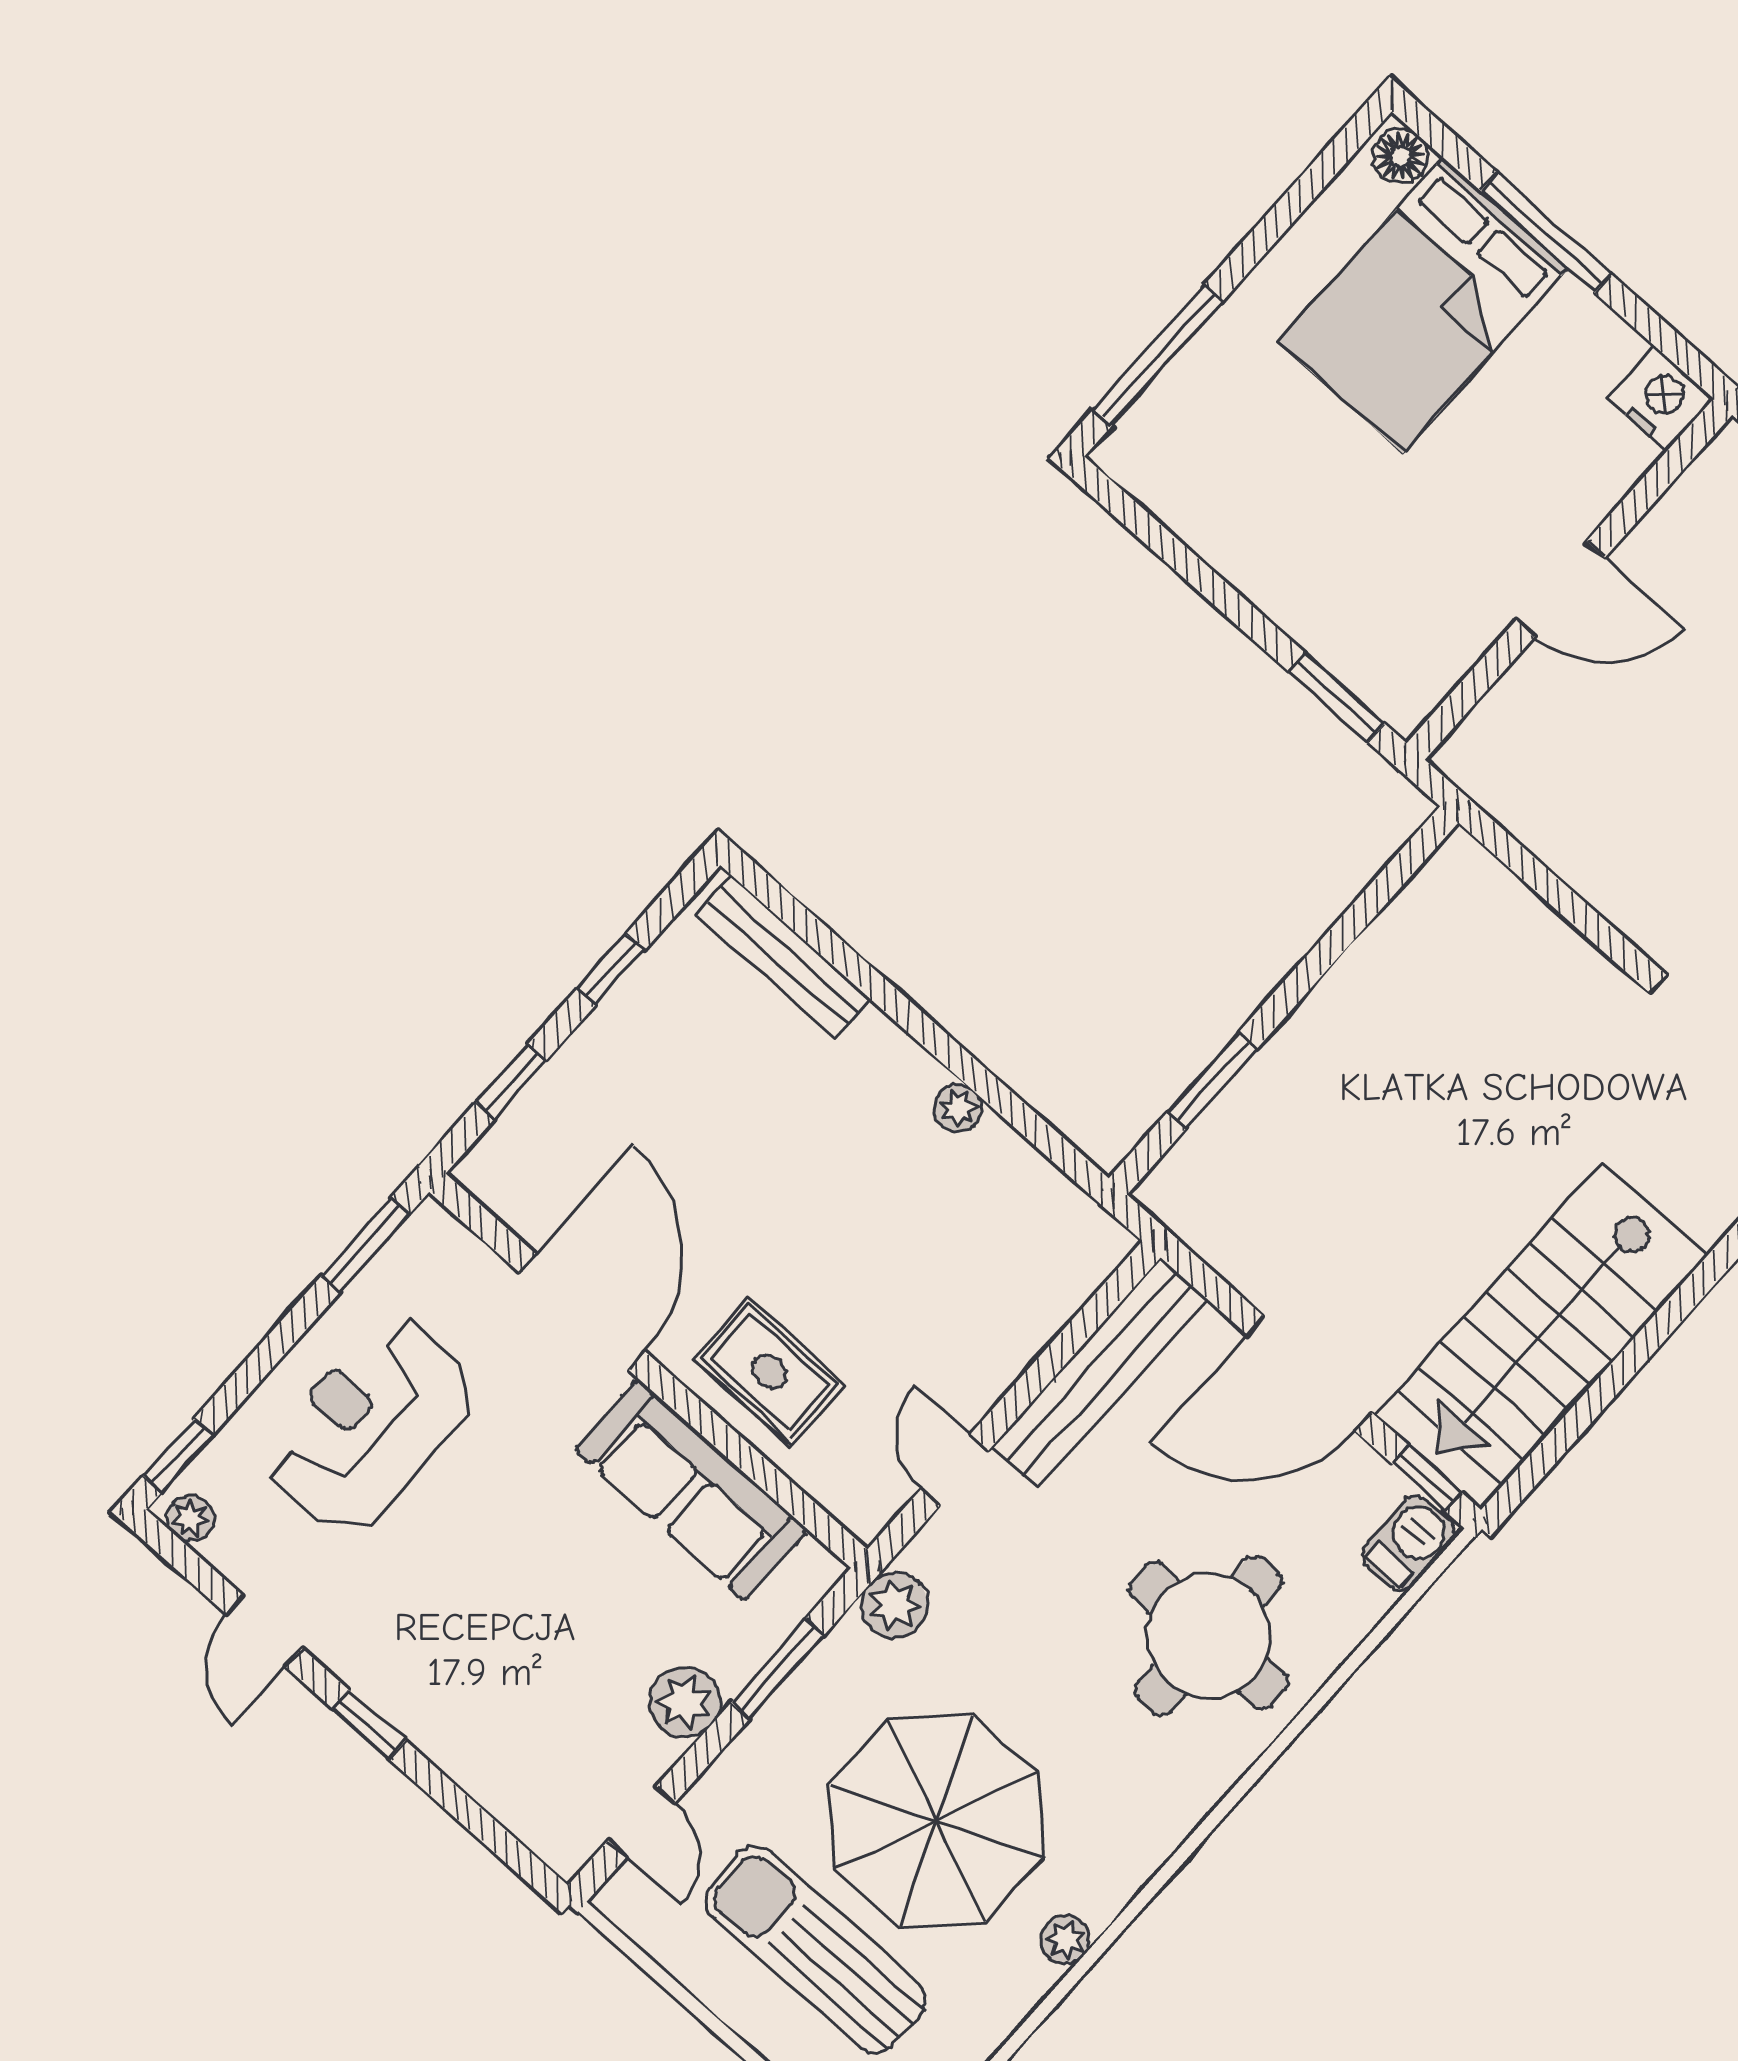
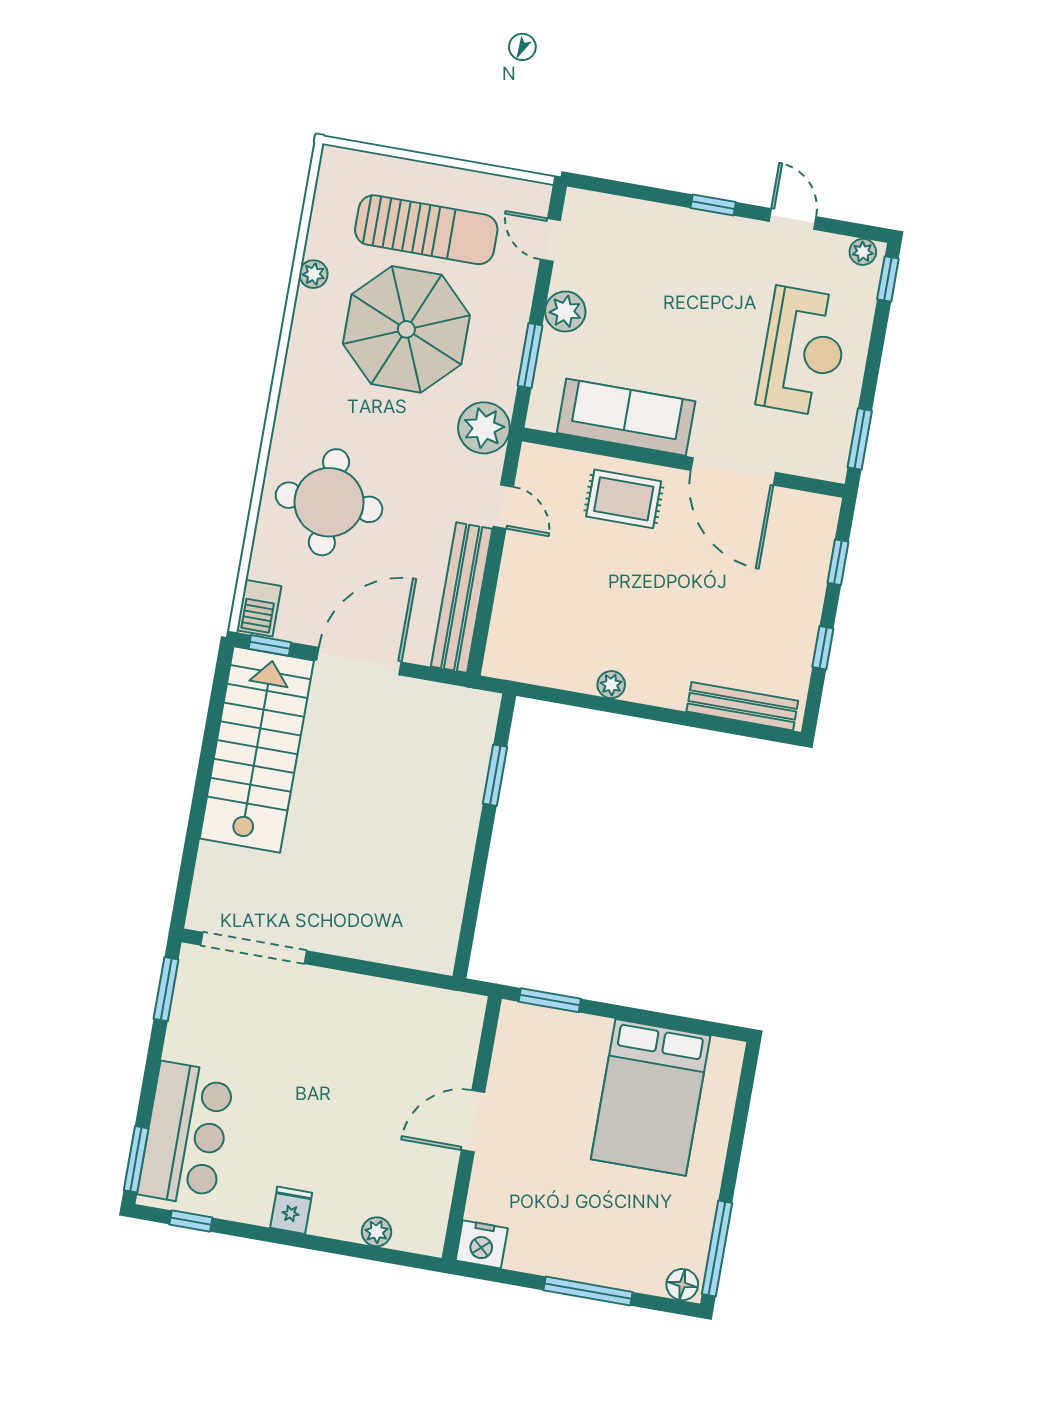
bed: (1423, 305) -> (651, 1097), moved, turned 180
window: (1158, 356) -> (717, 1248), moved
plant: (895, 1605) -> (484, 428), width x1.36, depth x1.36
plant: (1065, 1940) -> (313, 274), moved

